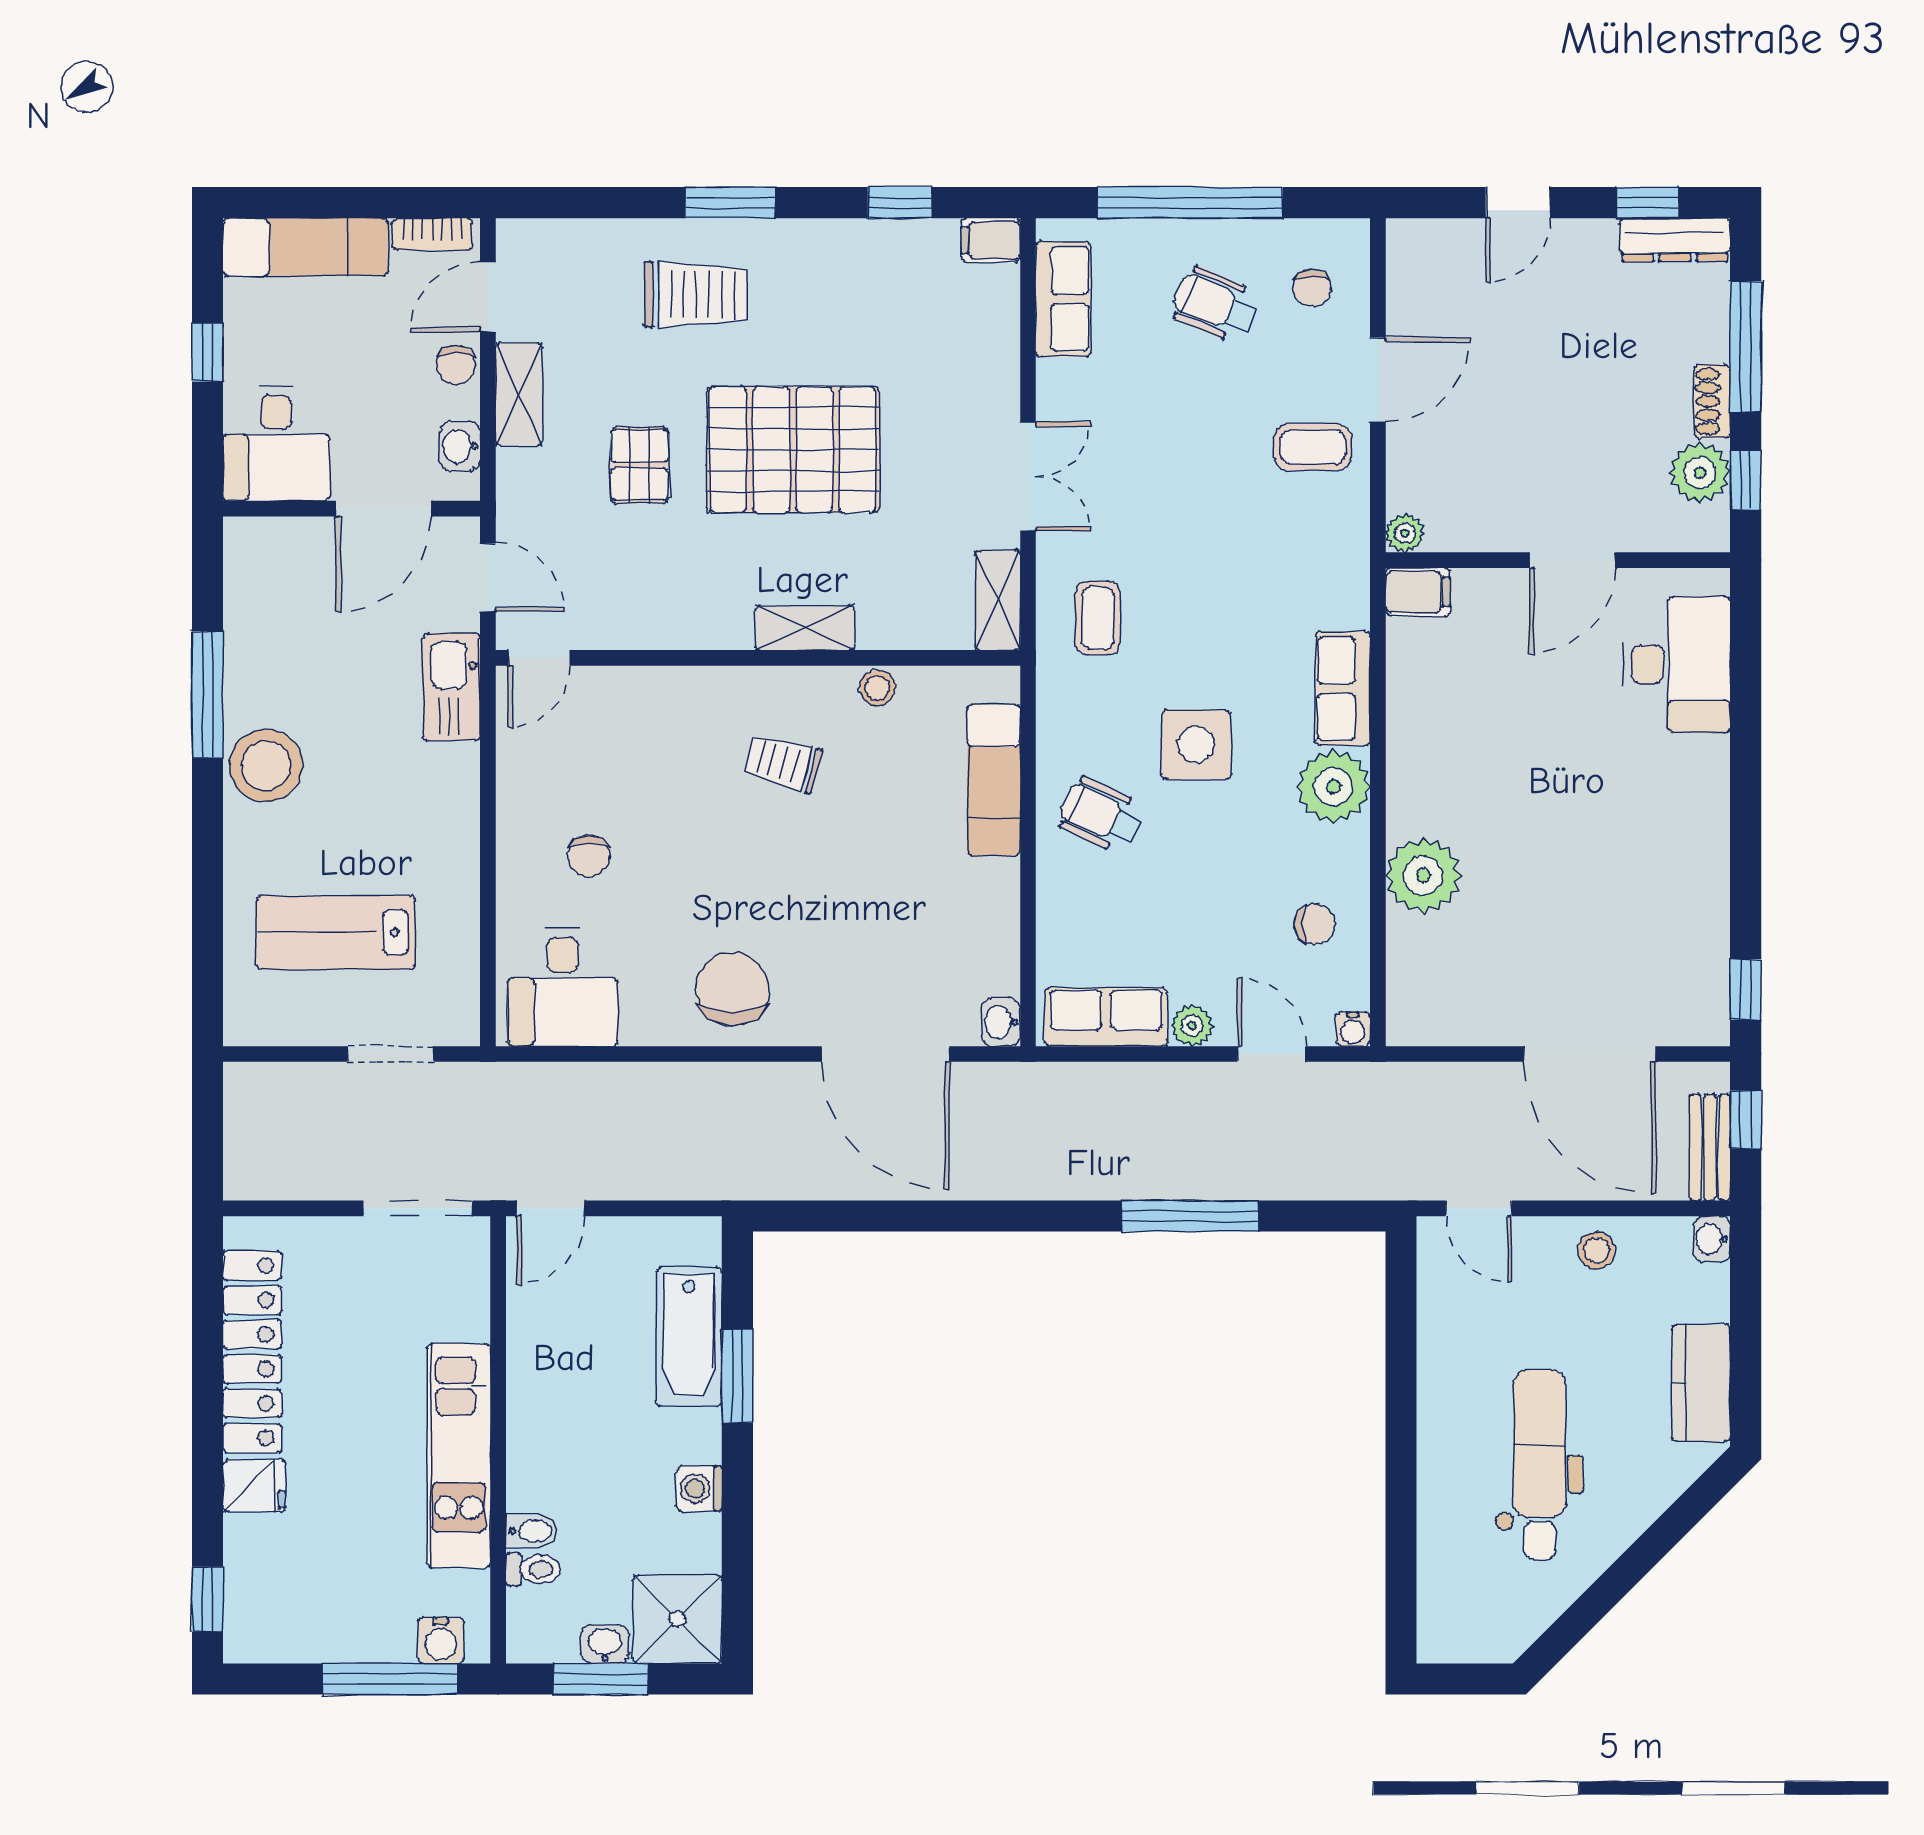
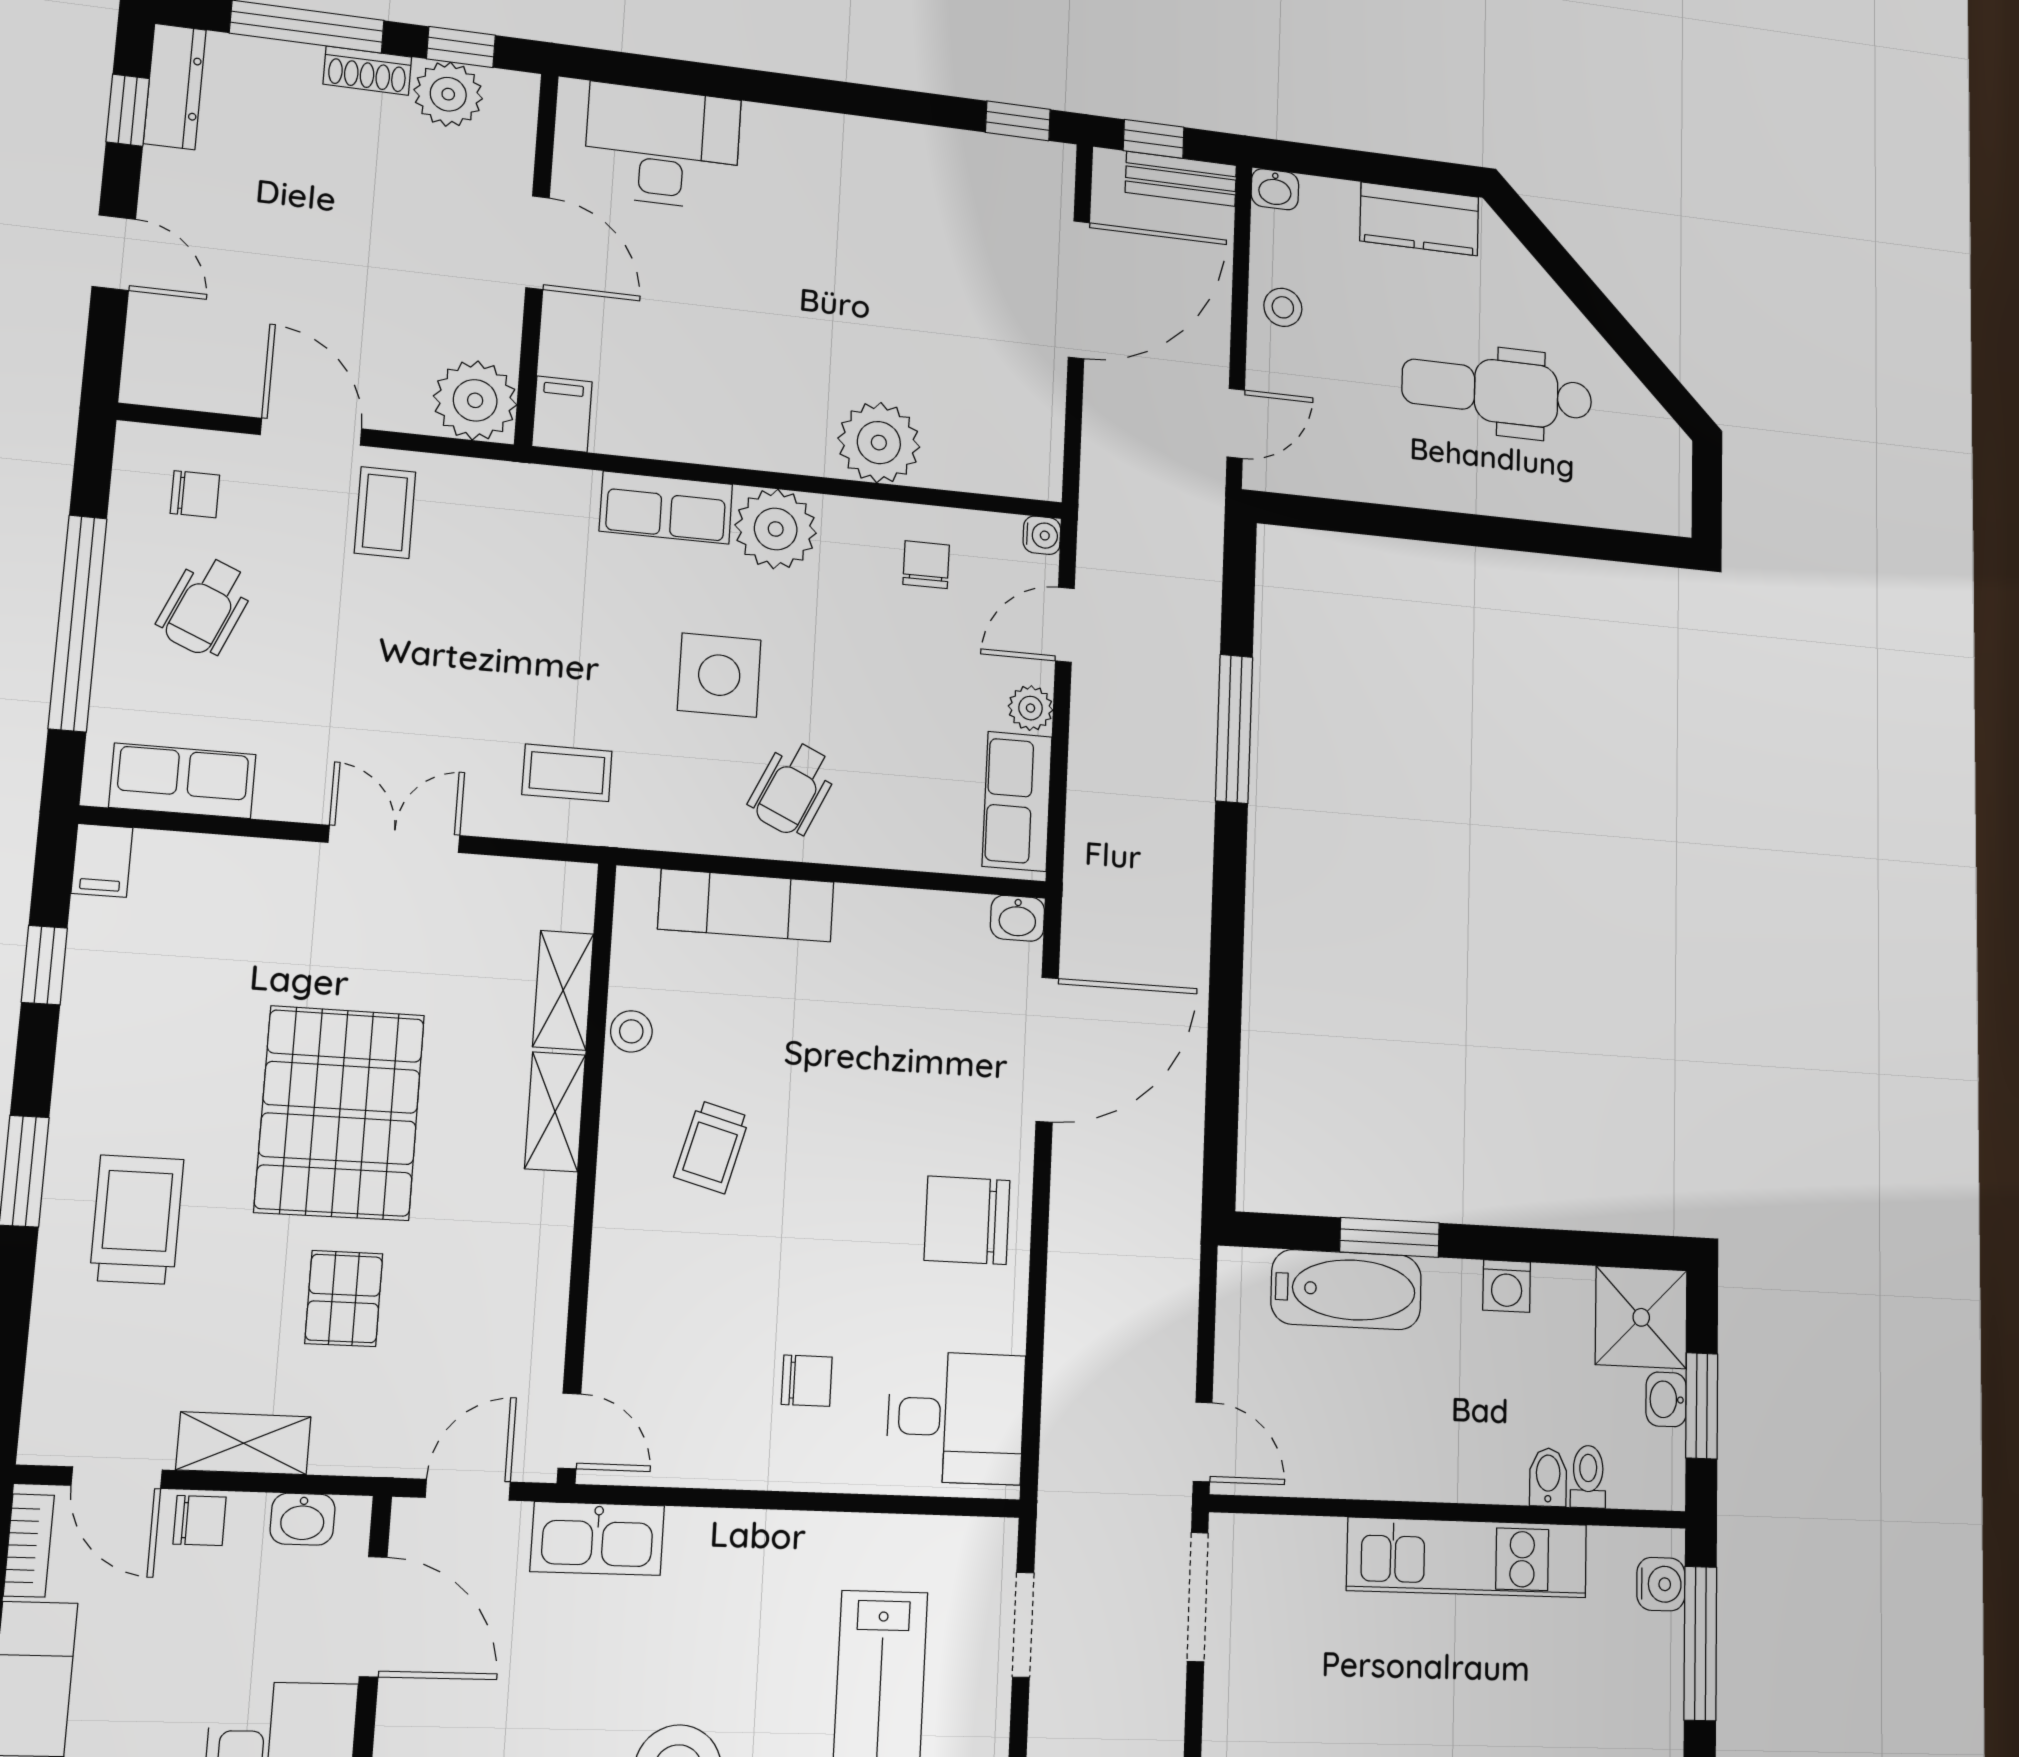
pallet: (640, 465) -> (344, 1298), turned 90
plant: (1405, 533) -> (475, 400), width x1.87, depth x1.87
shelving: (998, 600) -> (563, 990), moved, turned 90

